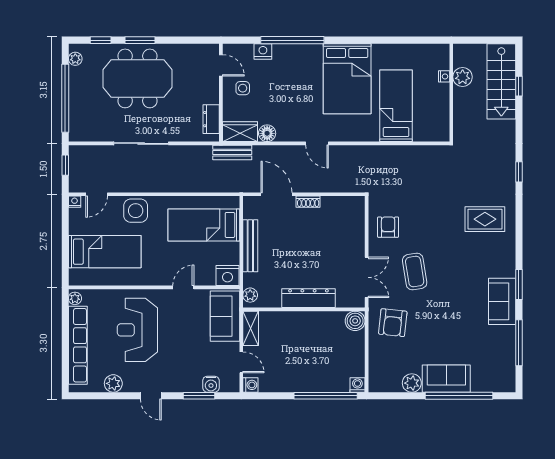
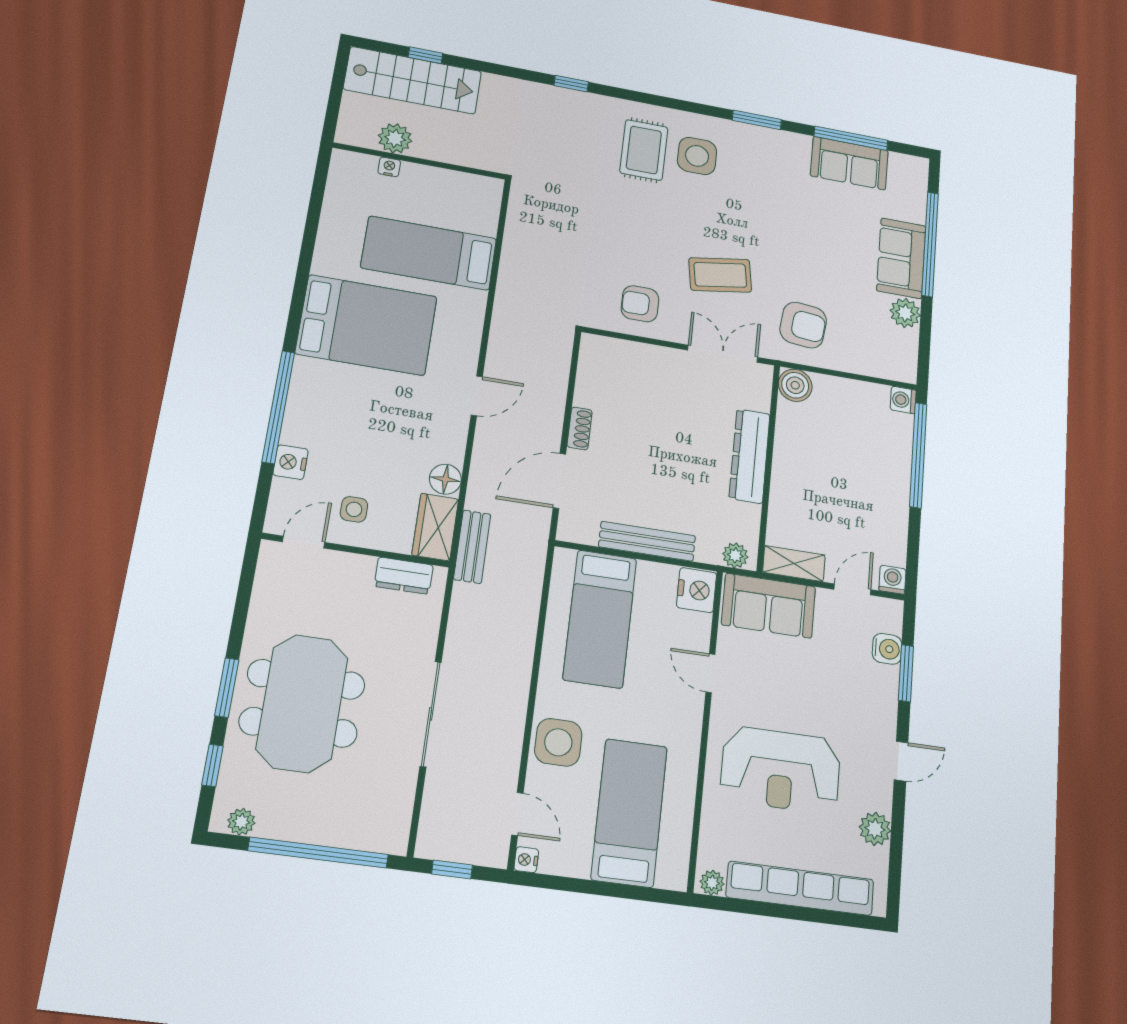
side table: (488, 251) -> (697, 156), added
sofa: (502, 301) -> (849, 163), moved

